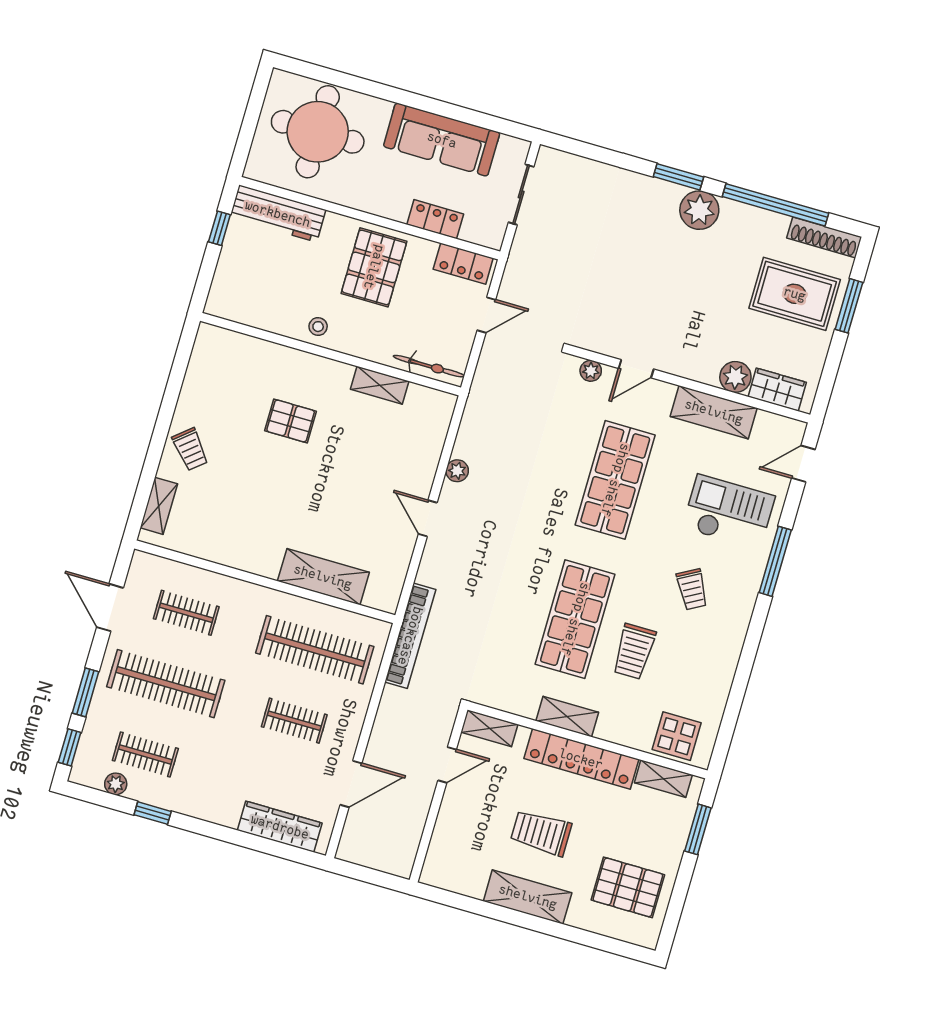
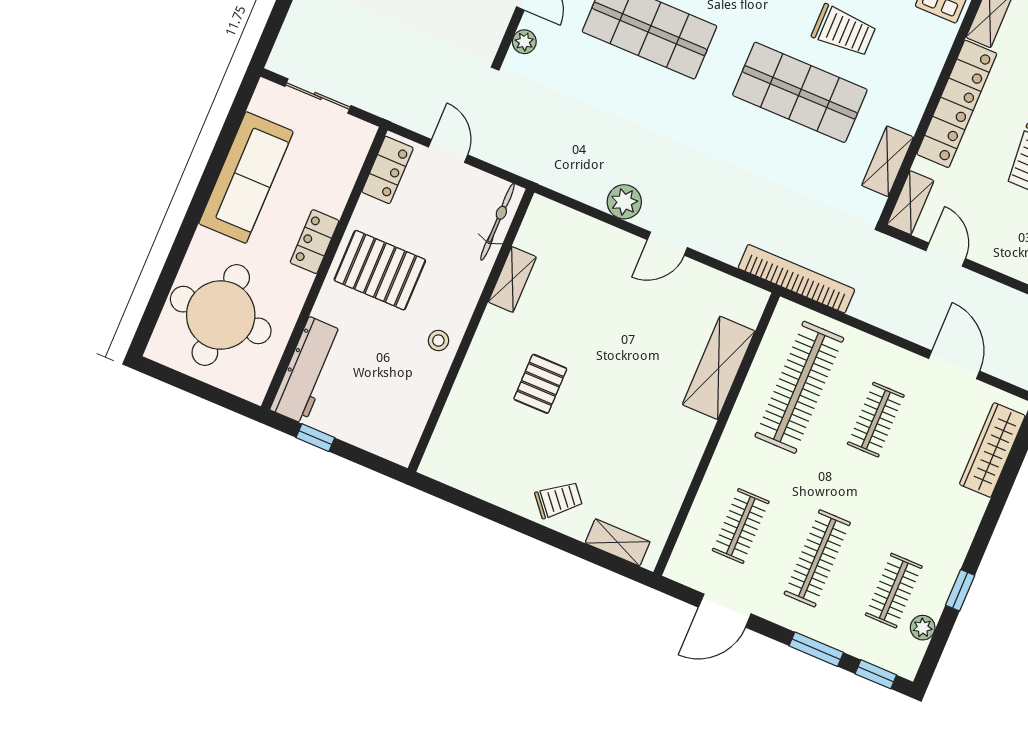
locker: (435, 219) -> (315, 242), moved
plant: (457, 471) -> (624, 202), width x1.38, depth x1.38
clothes rail: (166, 684) -> (817, 558), width x0.73, depth x0.76
shelving: (567, 717) -> (888, 161), moved

